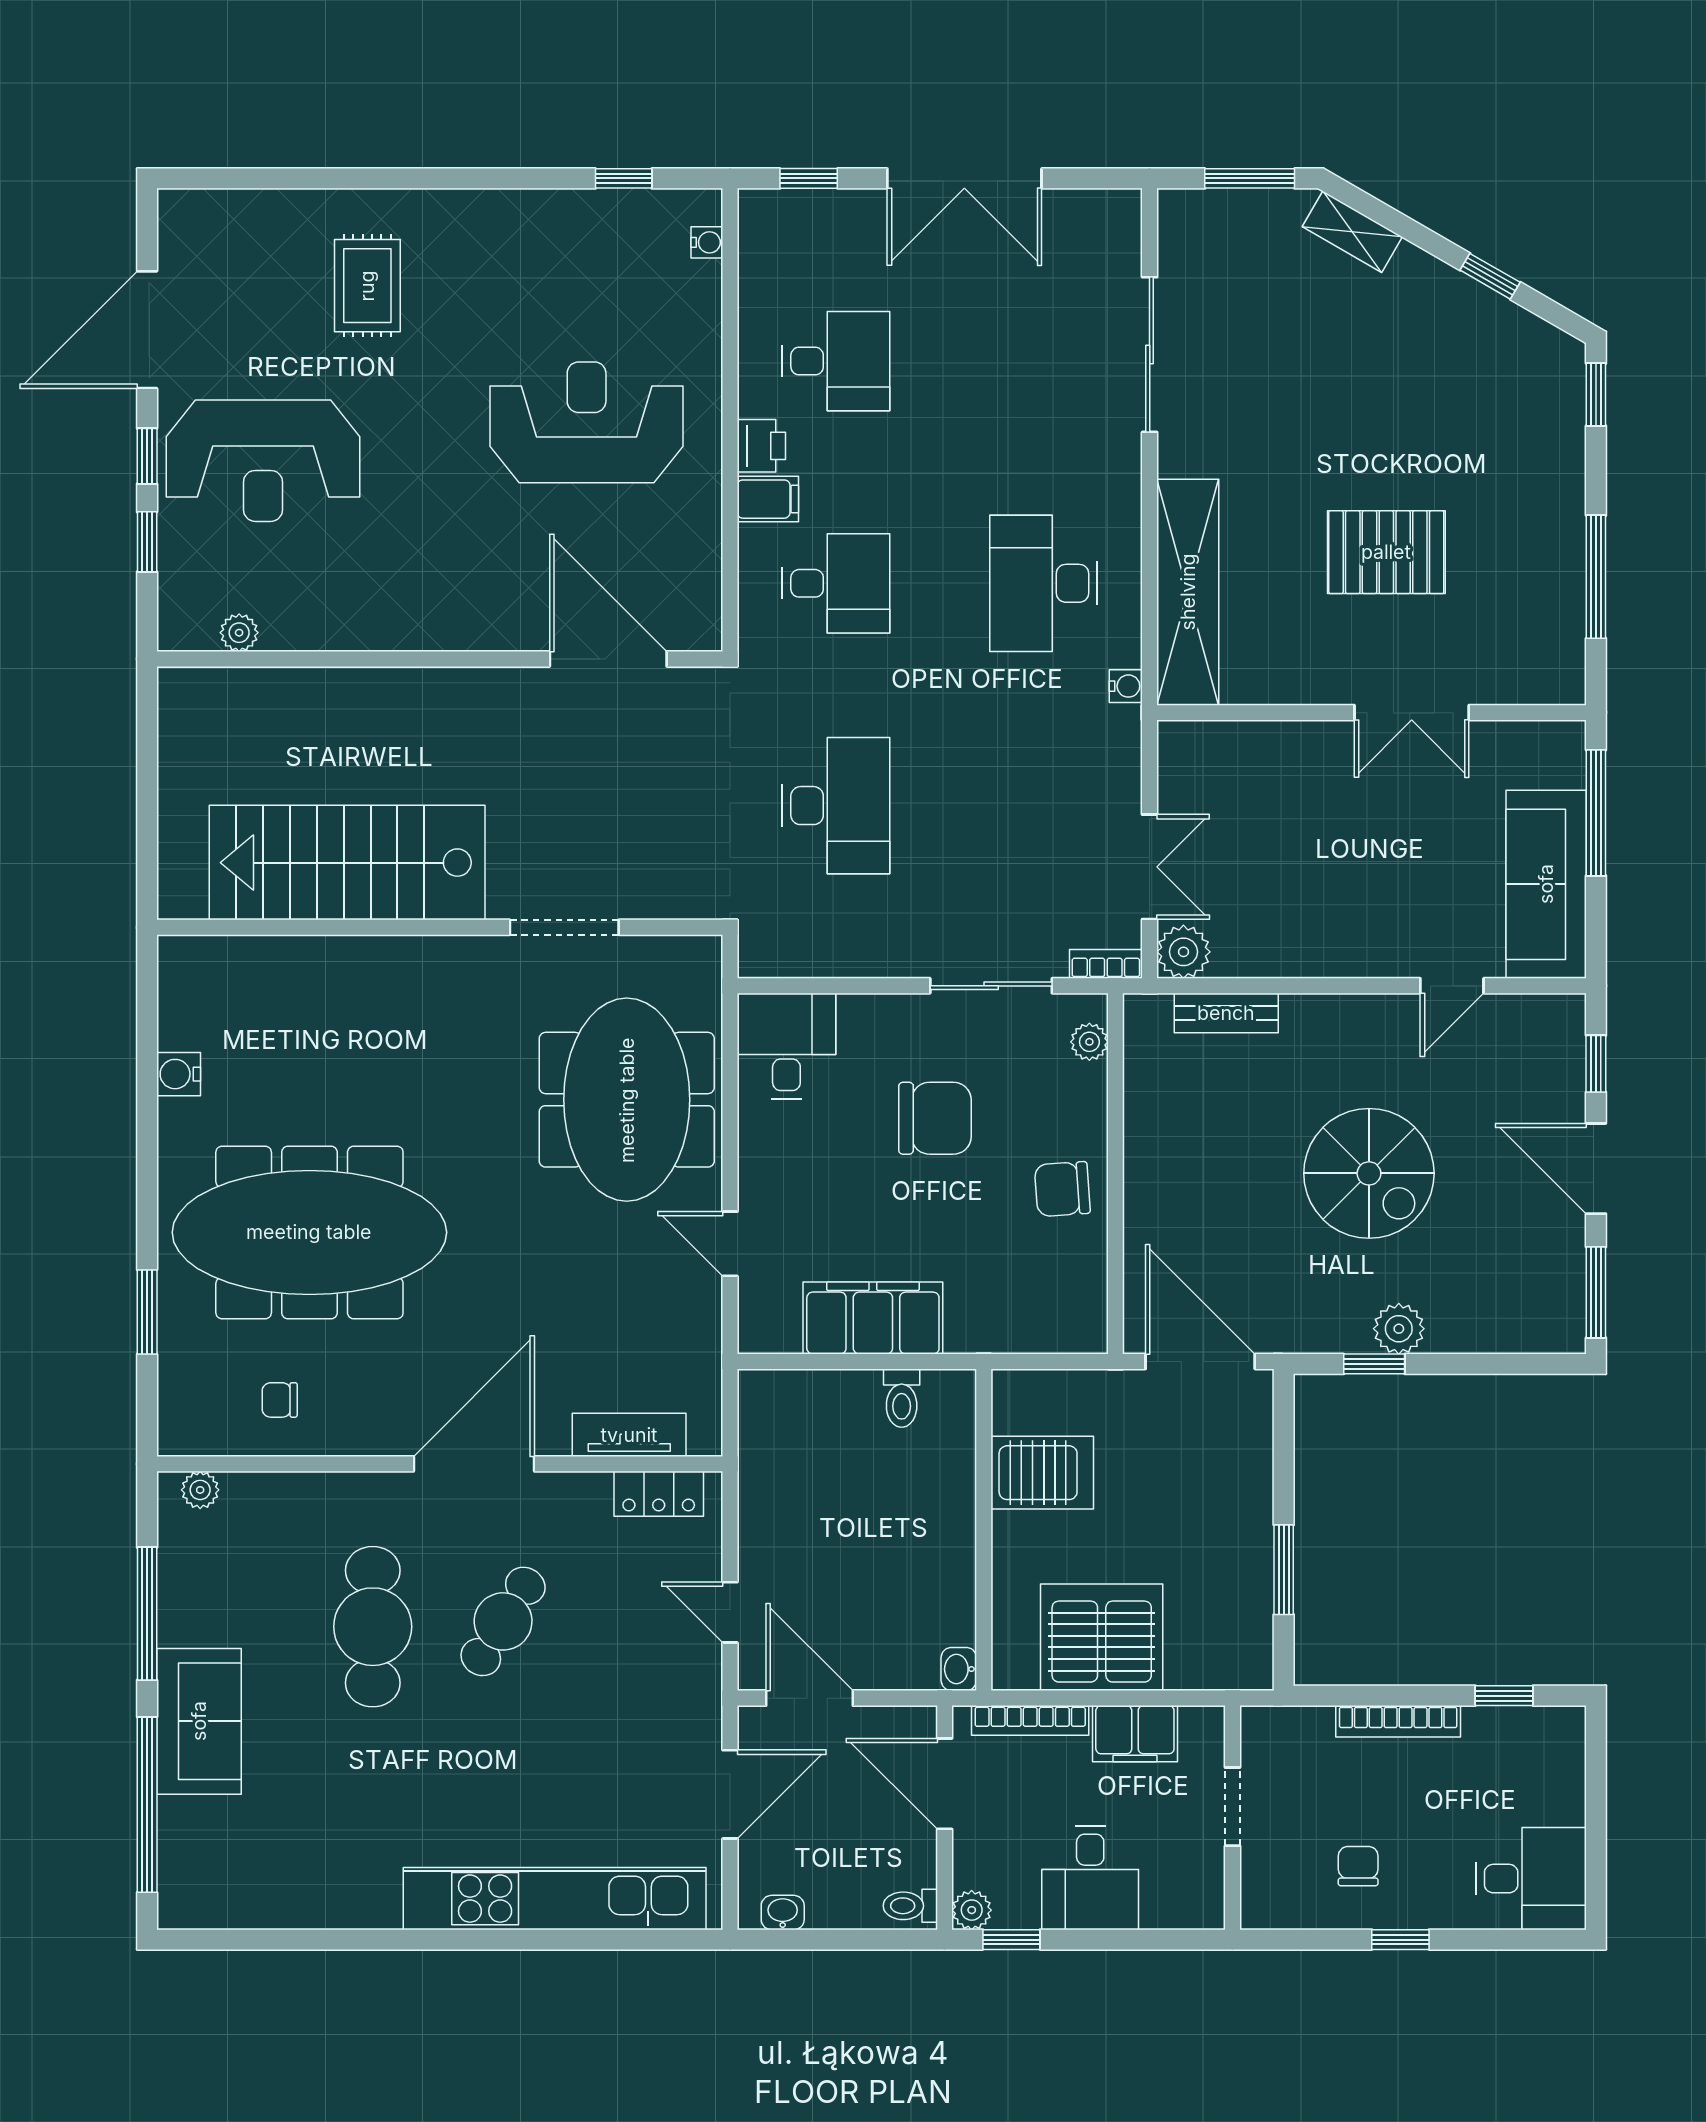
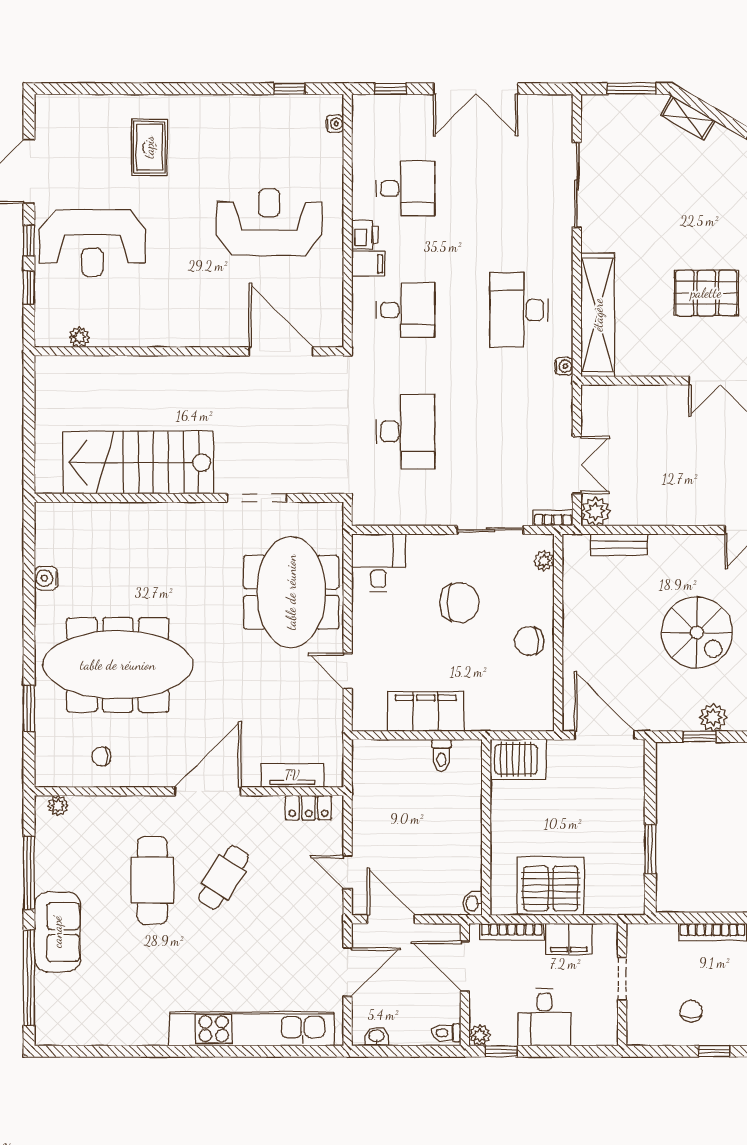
server rack: (1042, 1473) -> (518, 759), moved

